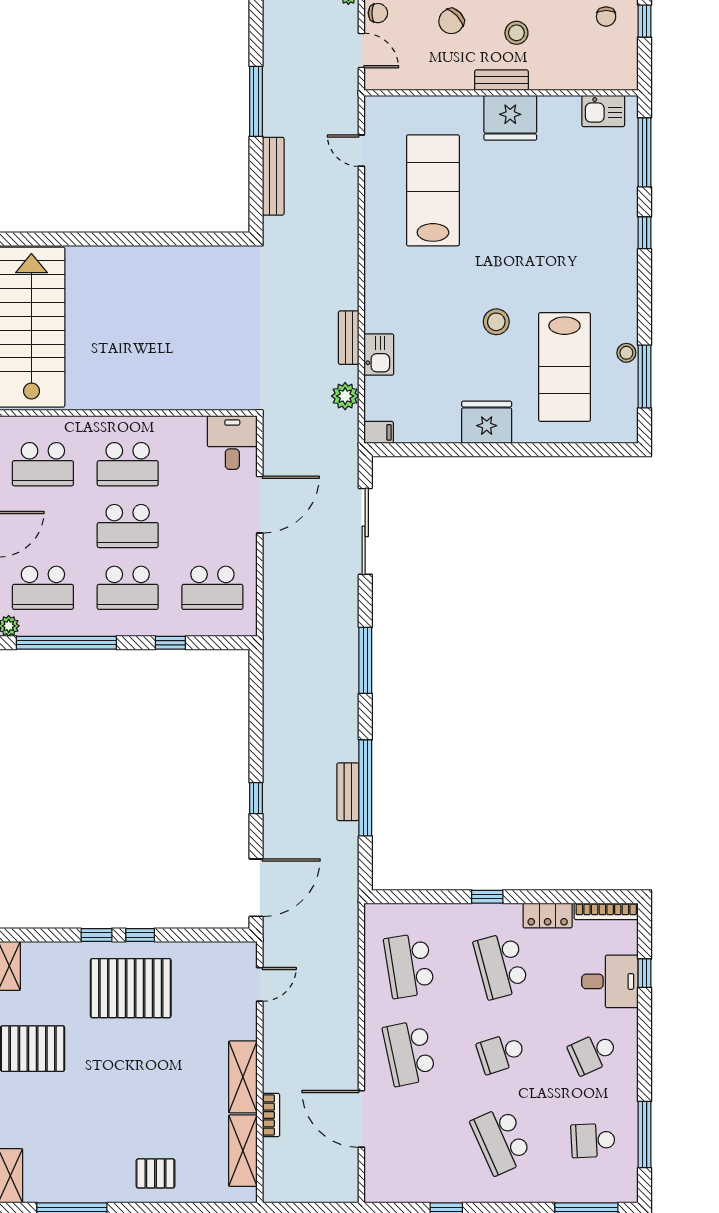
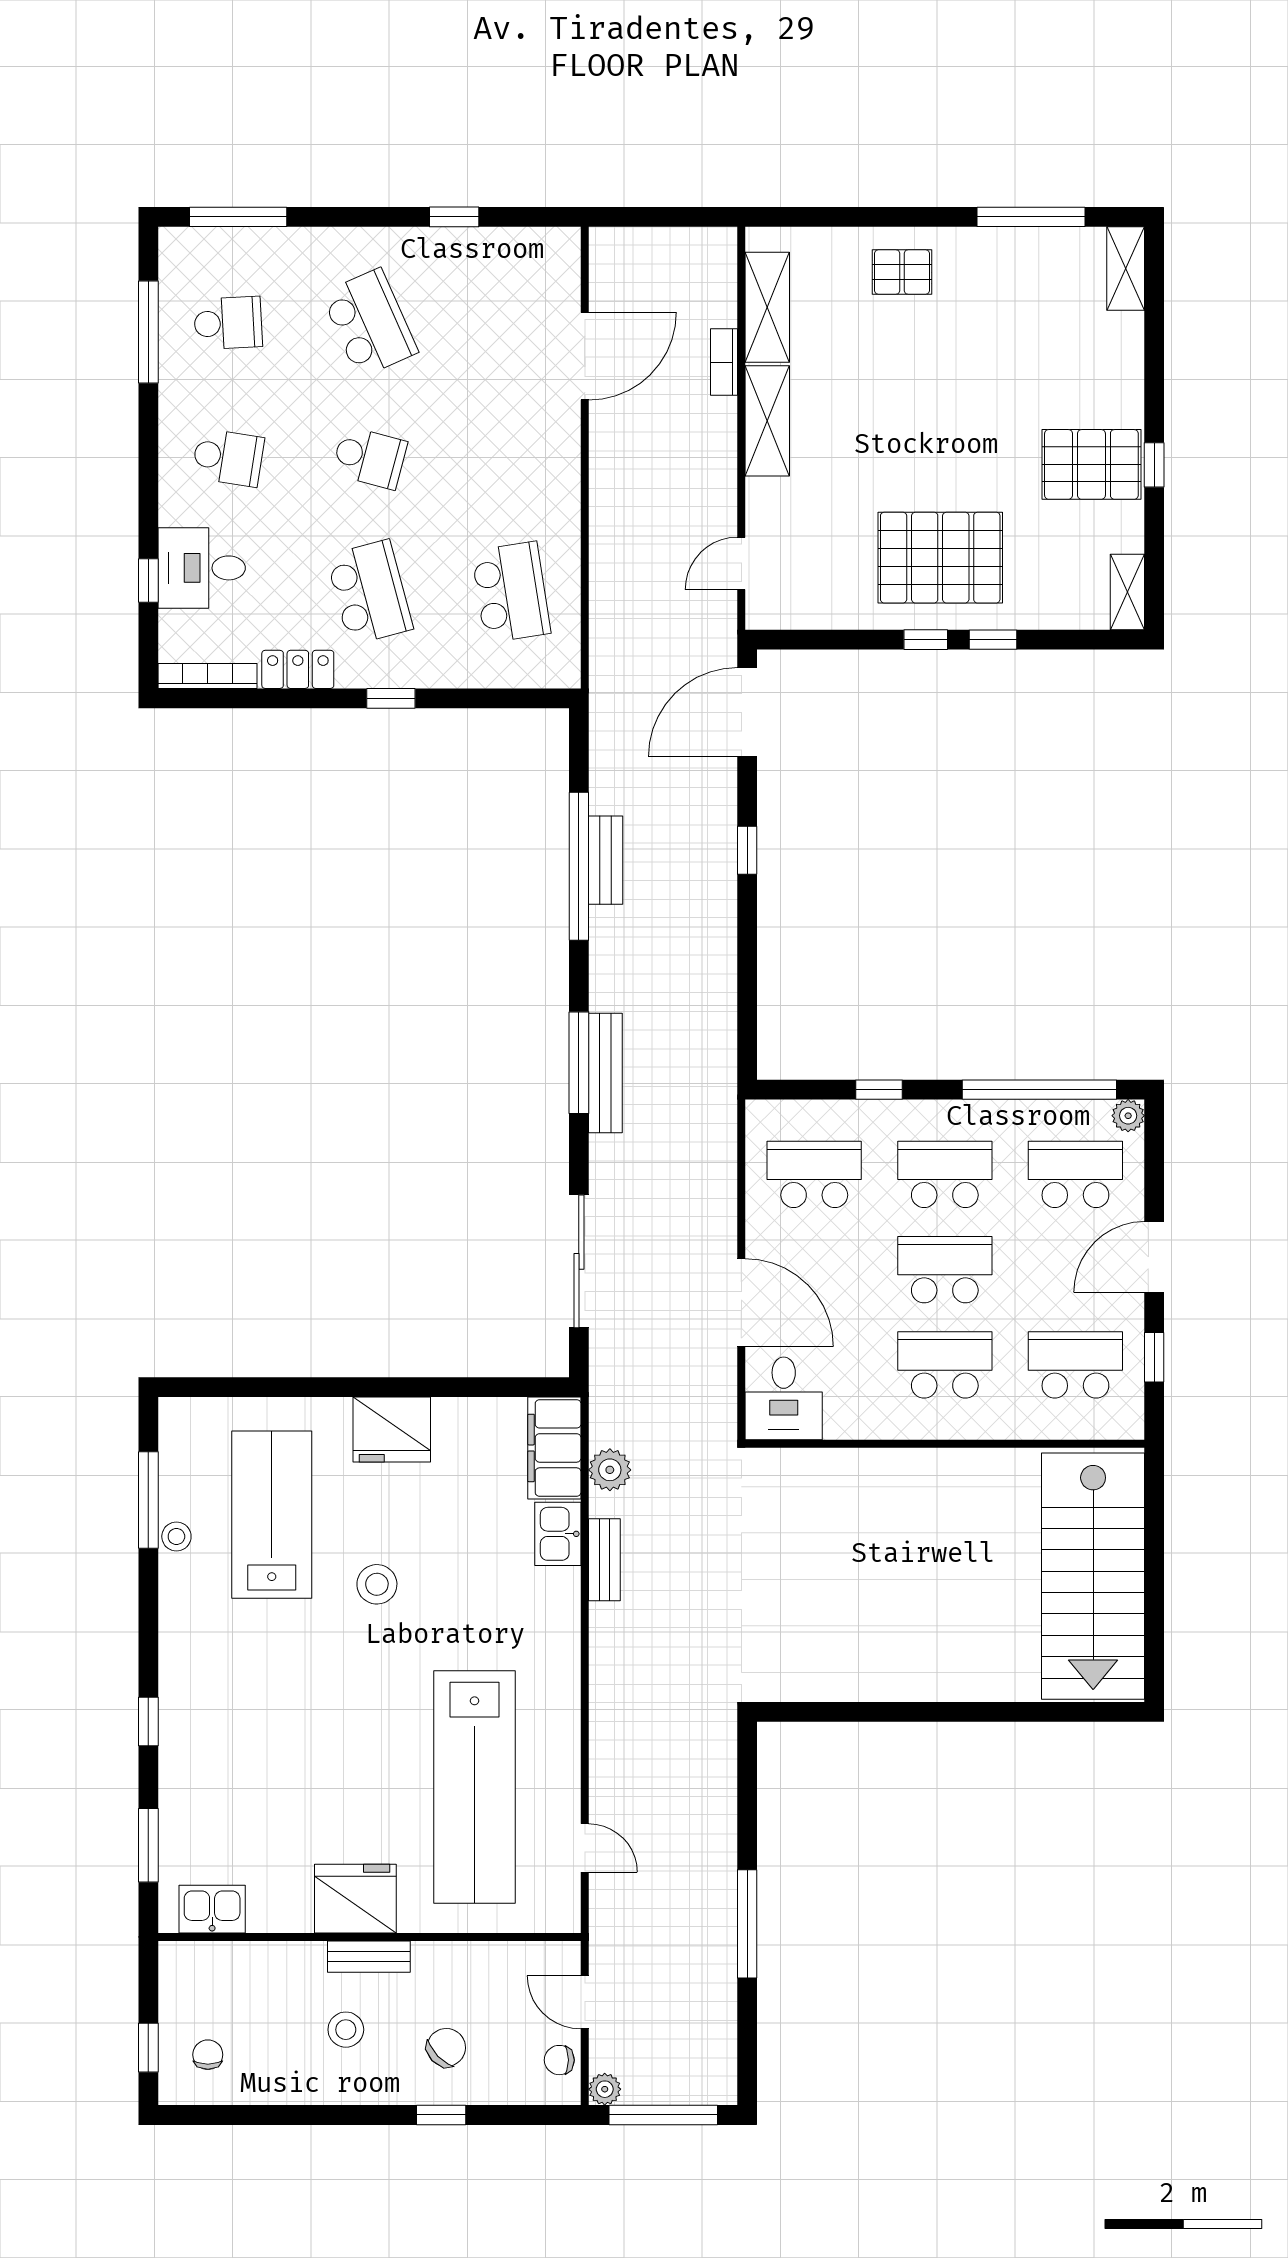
window: (645, 152) -> (148, 1845), width x0.69
bench: (273, 176) -> (605, 1073), moved
lab bench: (433, 190) -> (475, 1787), width x1.36
filing cabinet: (379, 432) -> (554, 1448), width x3.00, depth x1.17
door: (260, 505) -> (741, 1303), swing flipped
school desk: (409, 1053) -> (511, 458), removed
school desk: (501, 1053) -> (370, 458), turned 33
school desk: (593, 1053) -> (228, 458), turned 33
door: (361, 1119) -> (585, 356), hinge flipped

